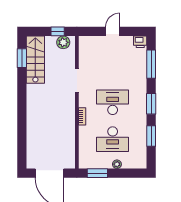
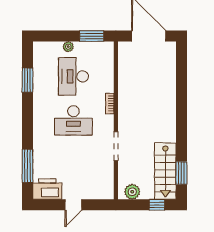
window: (58, 31) -> (157, 205), moved
printer: (140, 42) -> (47, 189), width x1.87, depth x1.48
window: (151, 104) -> (28, 119), removed
desk: (113, 139) -> (73, 76), turned -90

